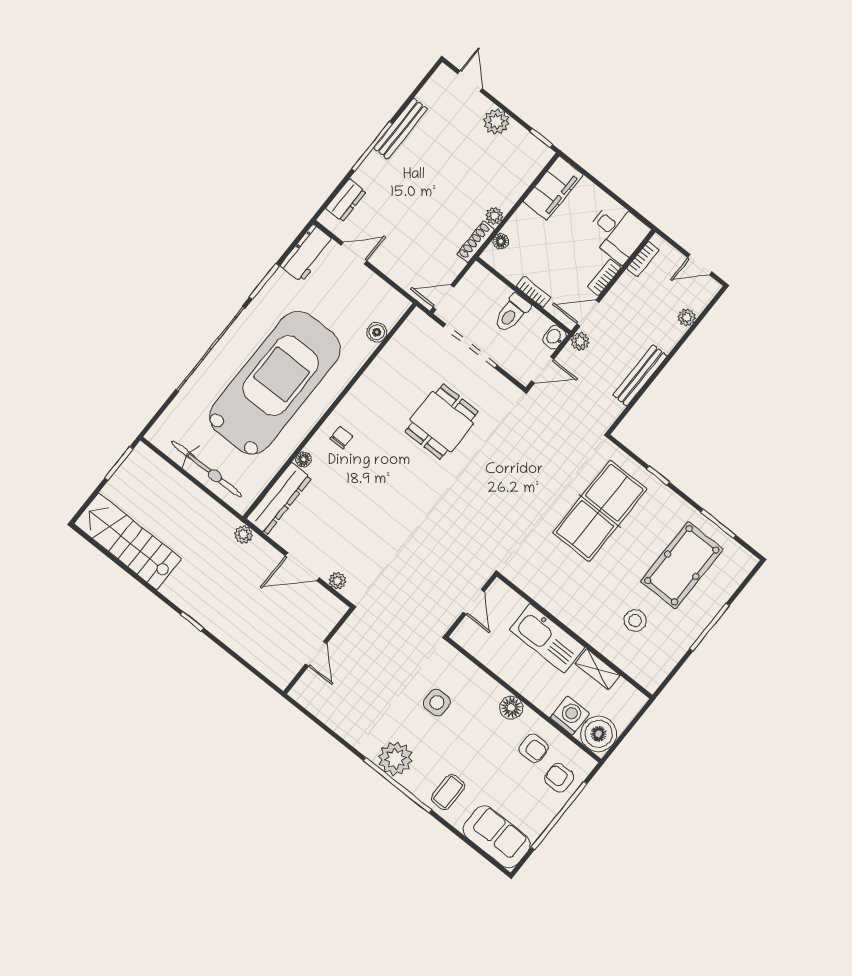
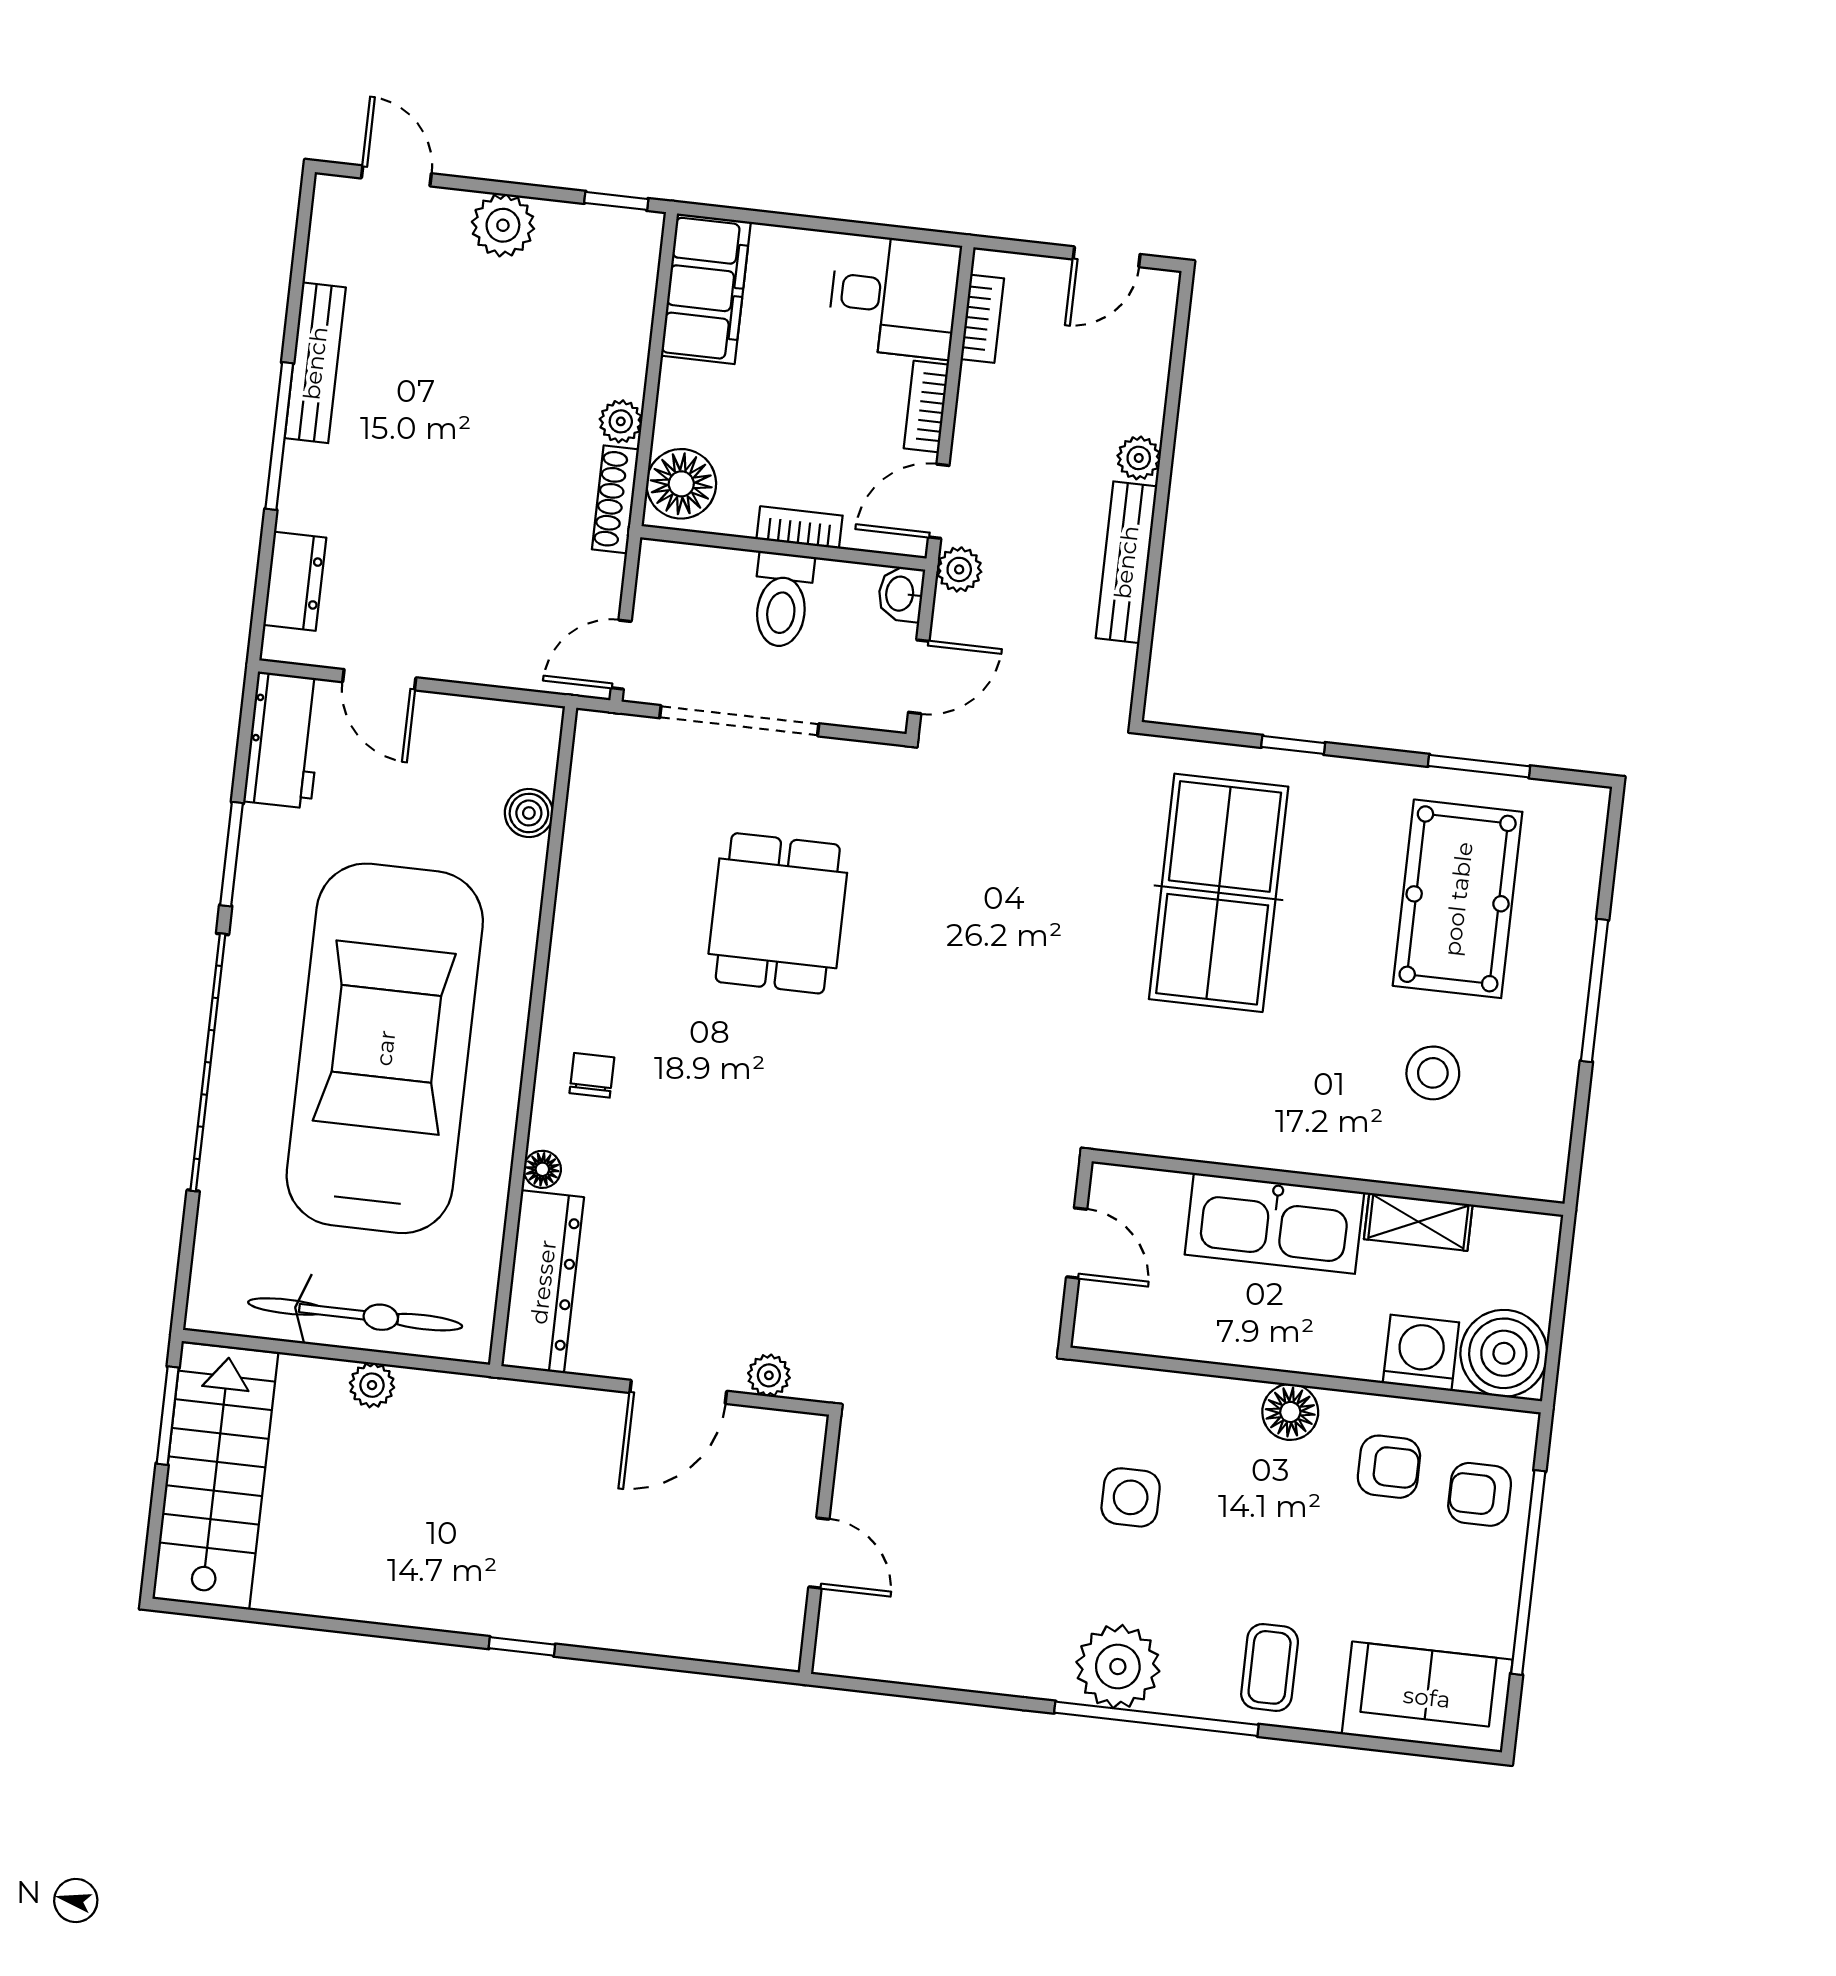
floor lamp: (501, 241) -> (681, 484), width x1.89, depth x1.89
door: (354, 253) -> (379, 680), swing flipped
plant: (687, 317) -> (1139, 458), moved
plant: (243, 534) -> (372, 1385), moved
stairs: (128, 541) -> (215, 1476), moved, turned 90

